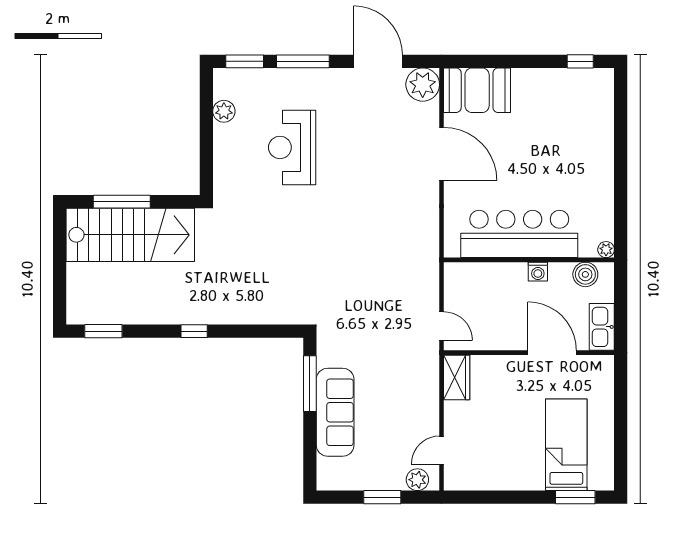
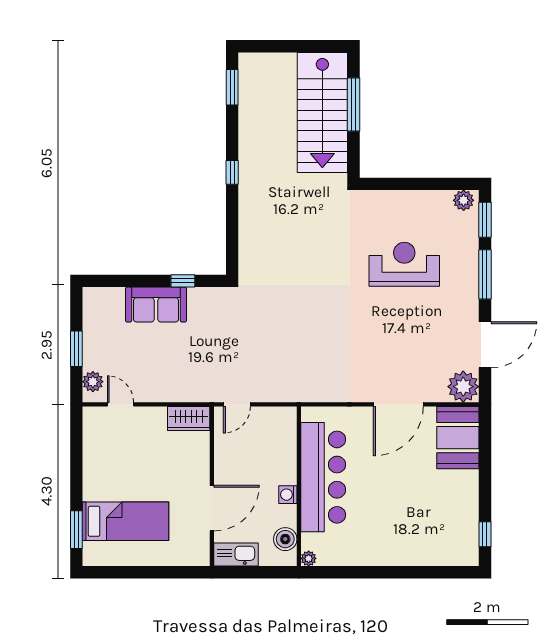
plant: (224, 111) -> (464, 200), moved
window: (310, 384) -> (183, 281), width x0.46
sofa: (335, 412) -> (156, 305), width x0.73

